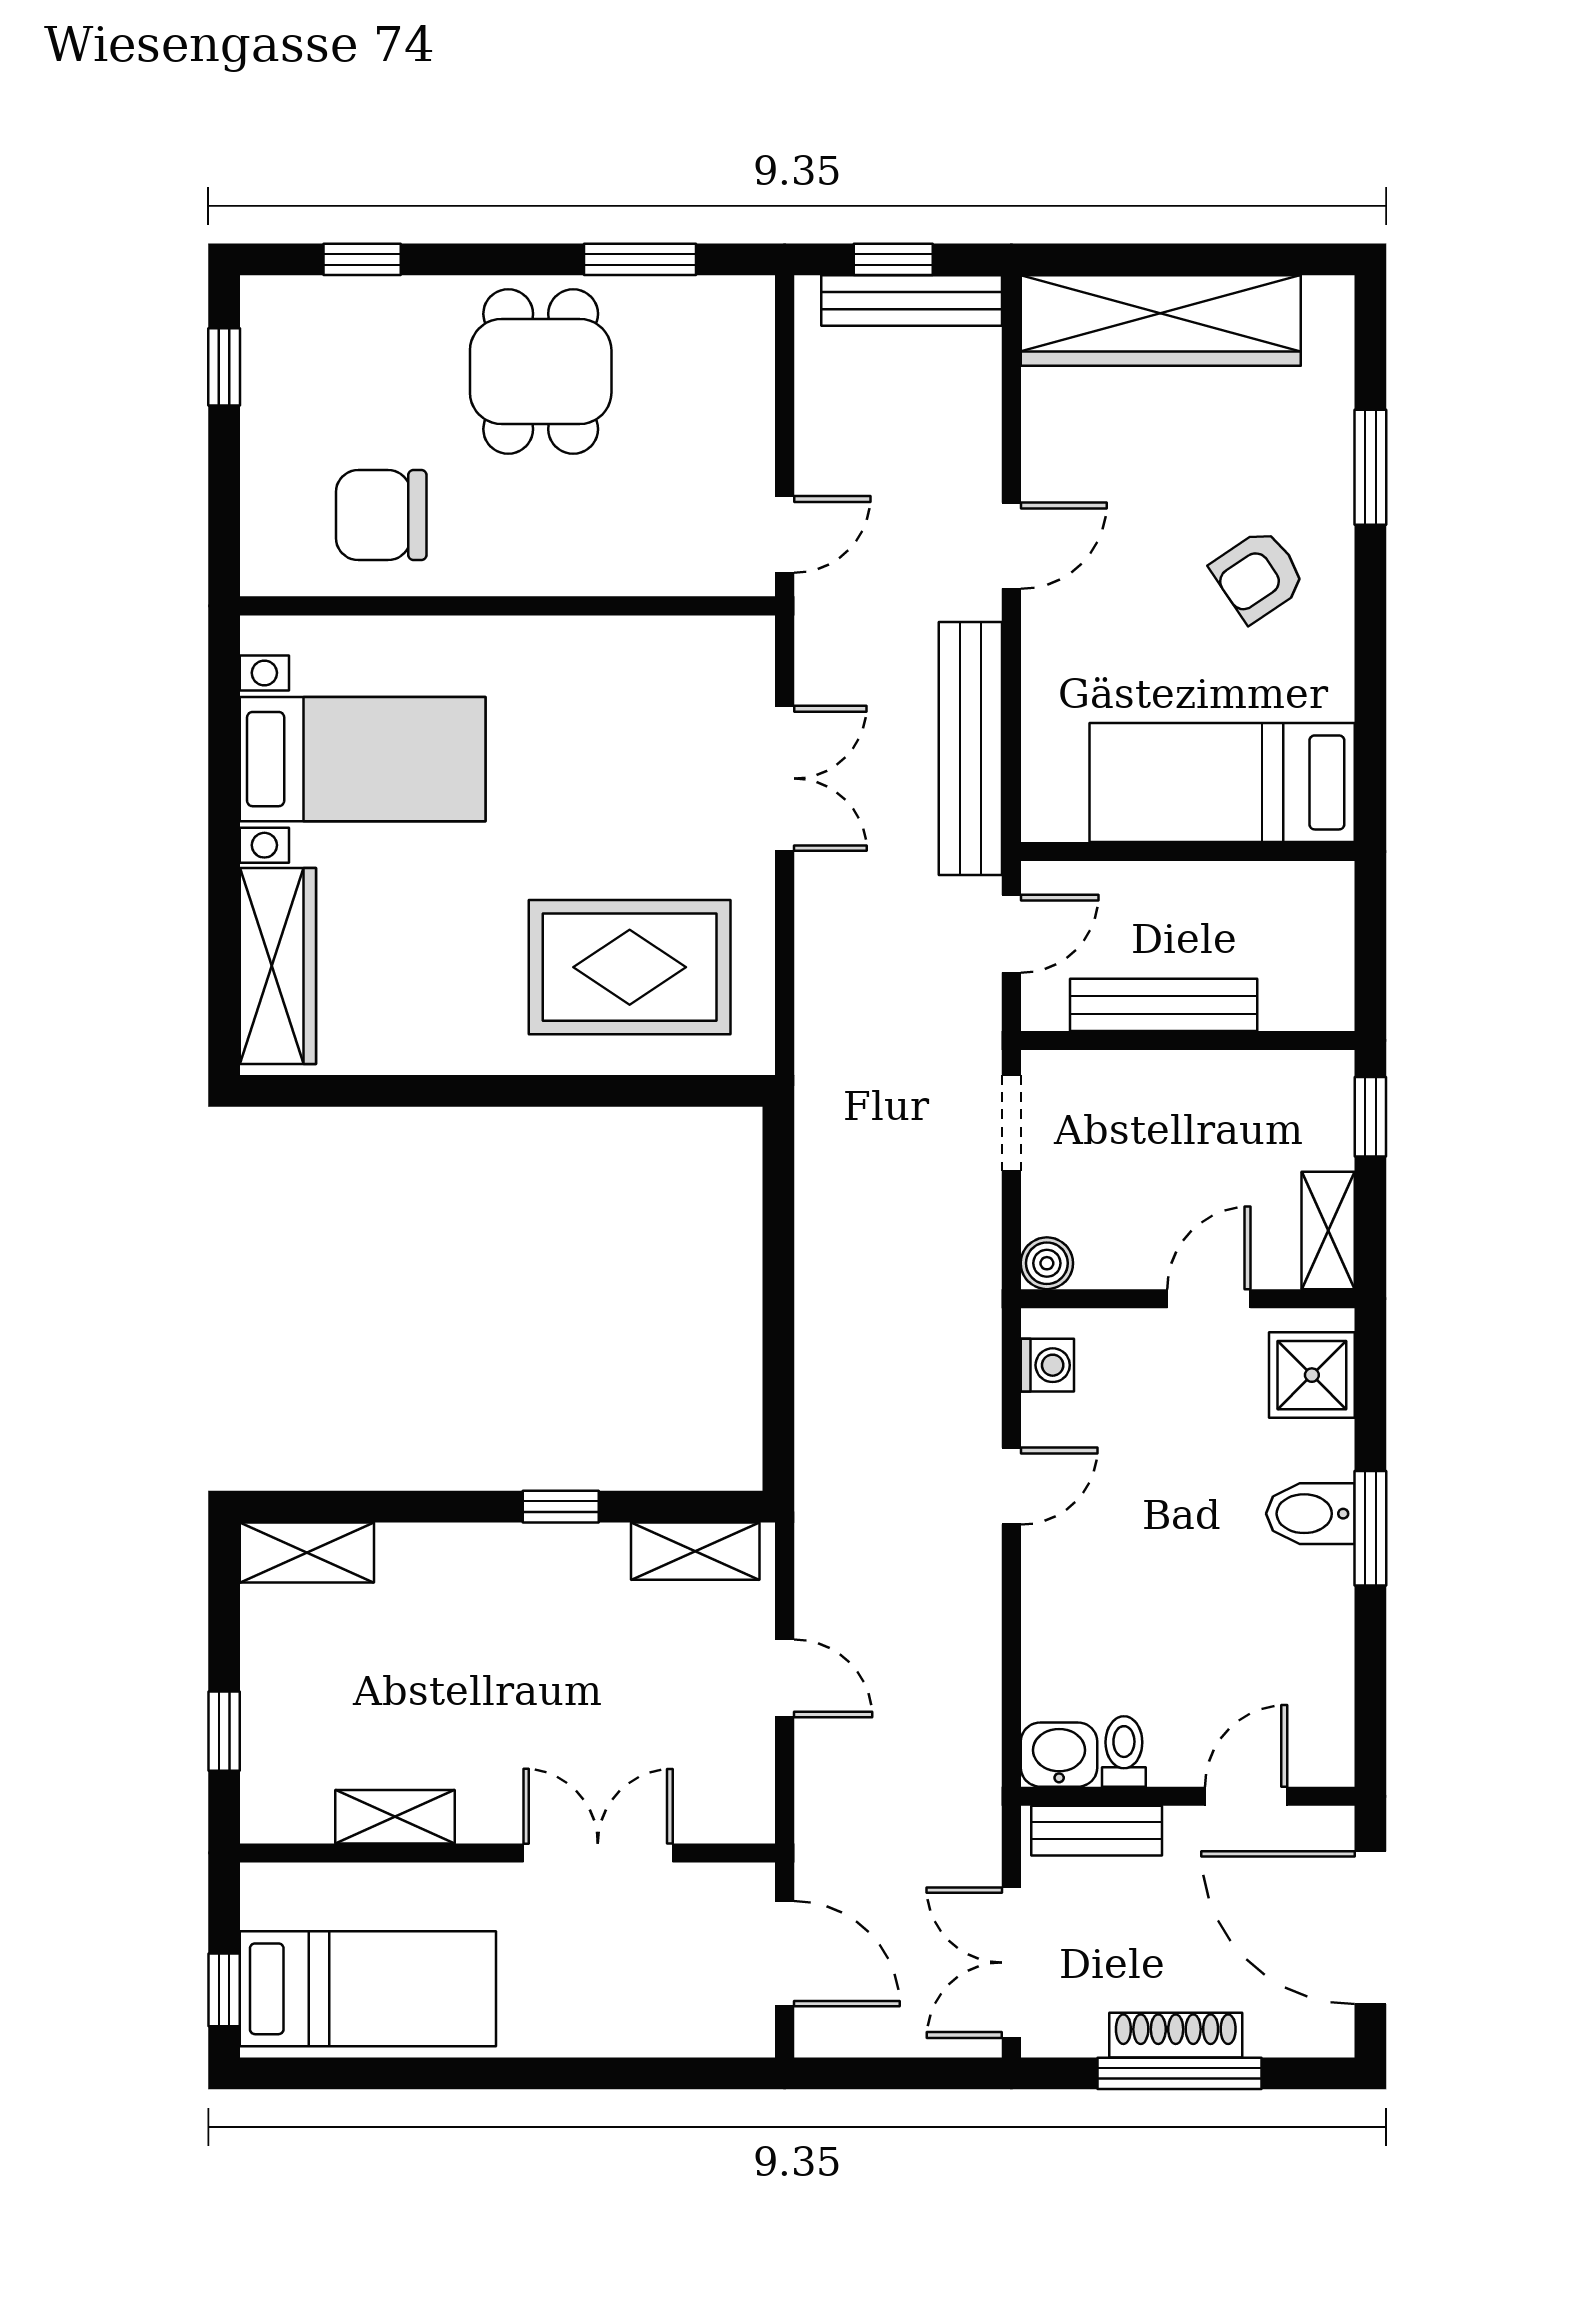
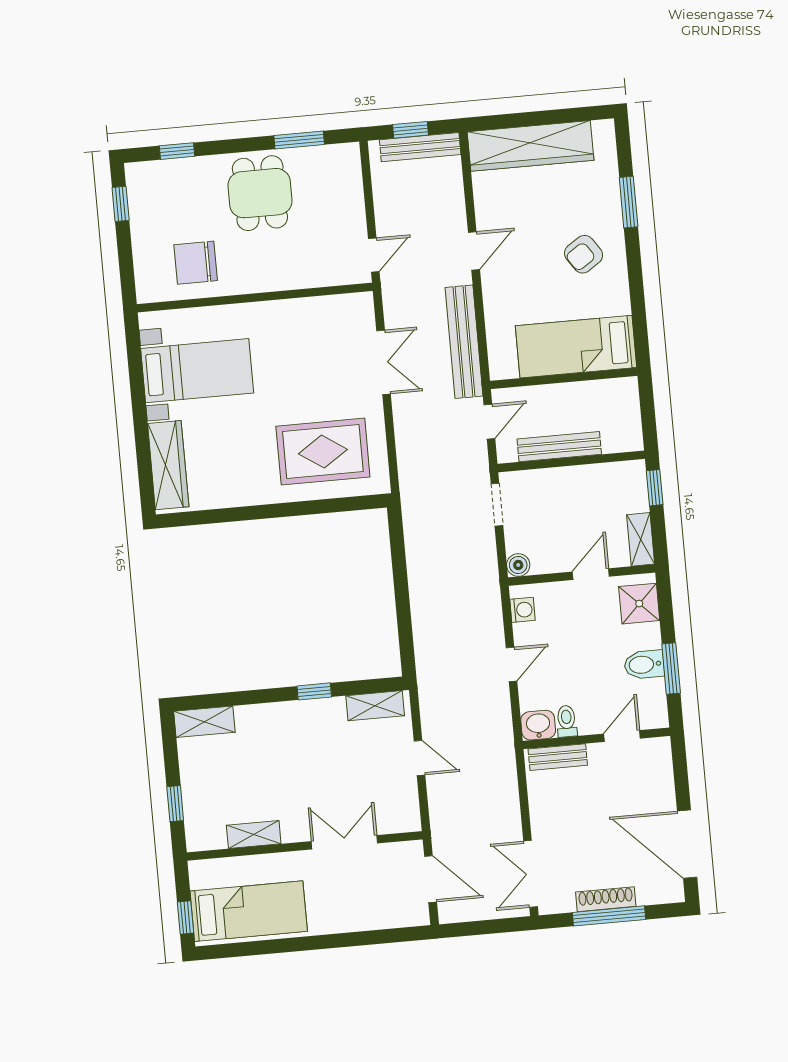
toilet: (1124, 1751) -> (567, 721), moved
washbasin: (1059, 1755) -> (538, 725), moved
wall: (1188, 1796) -> (596, 738), moved
door: (1246, 1796) -> (622, 736), moved
bench: (1097, 1831) -> (558, 757), moved

